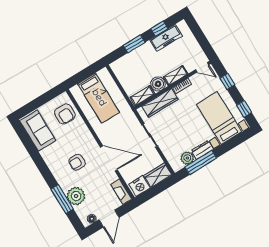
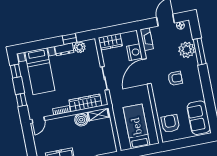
door: (202, 67) -> (38, 120), swing flipped
shelving: (176, 76) -> (64, 121), removed
door: (109, 158) -> (147, 71), hinge flipped
window: (201, 163) -> (70, 39), width x0.46
nightstand: (139, 186) -> (135, 52), moved, turned 90

